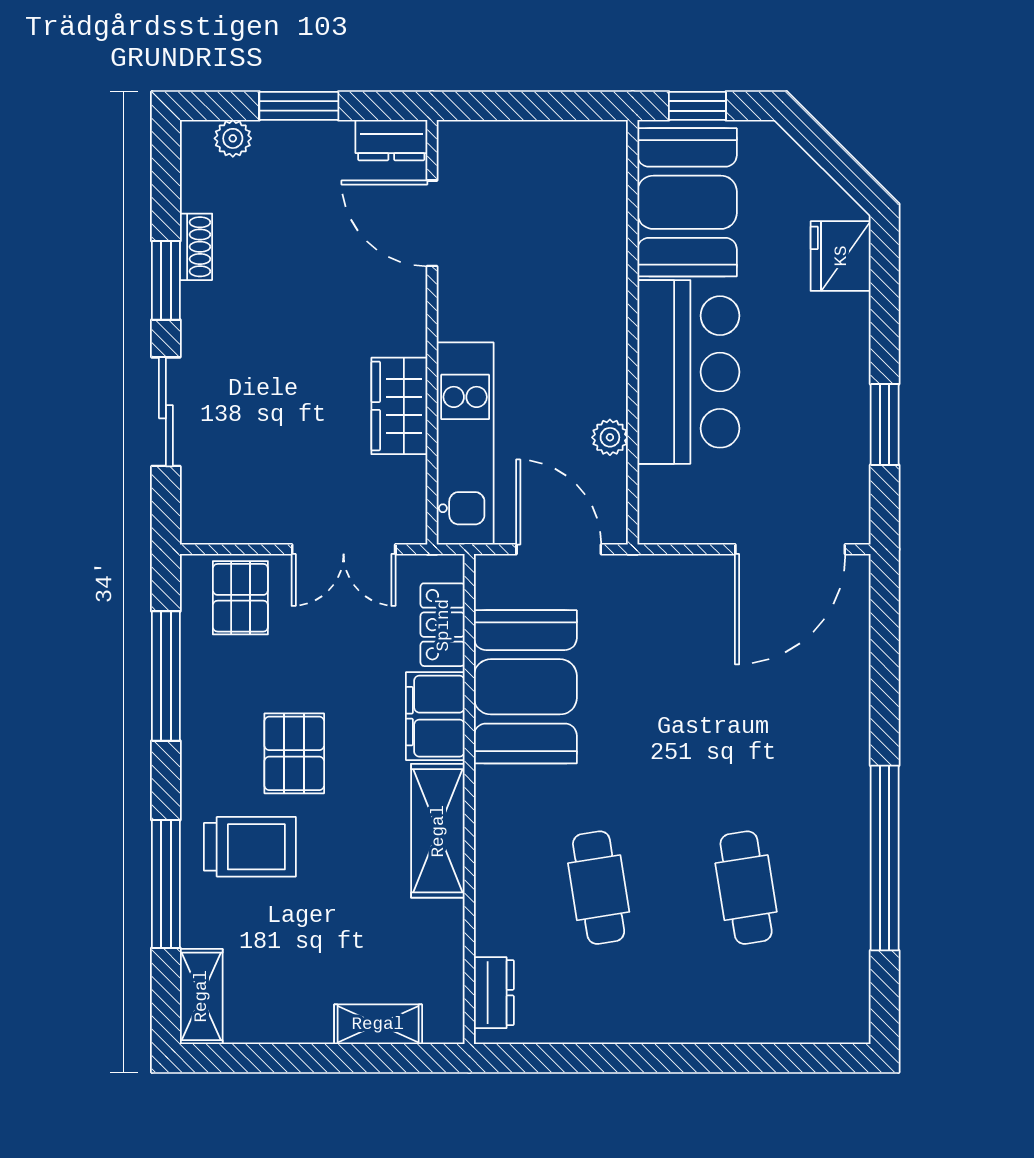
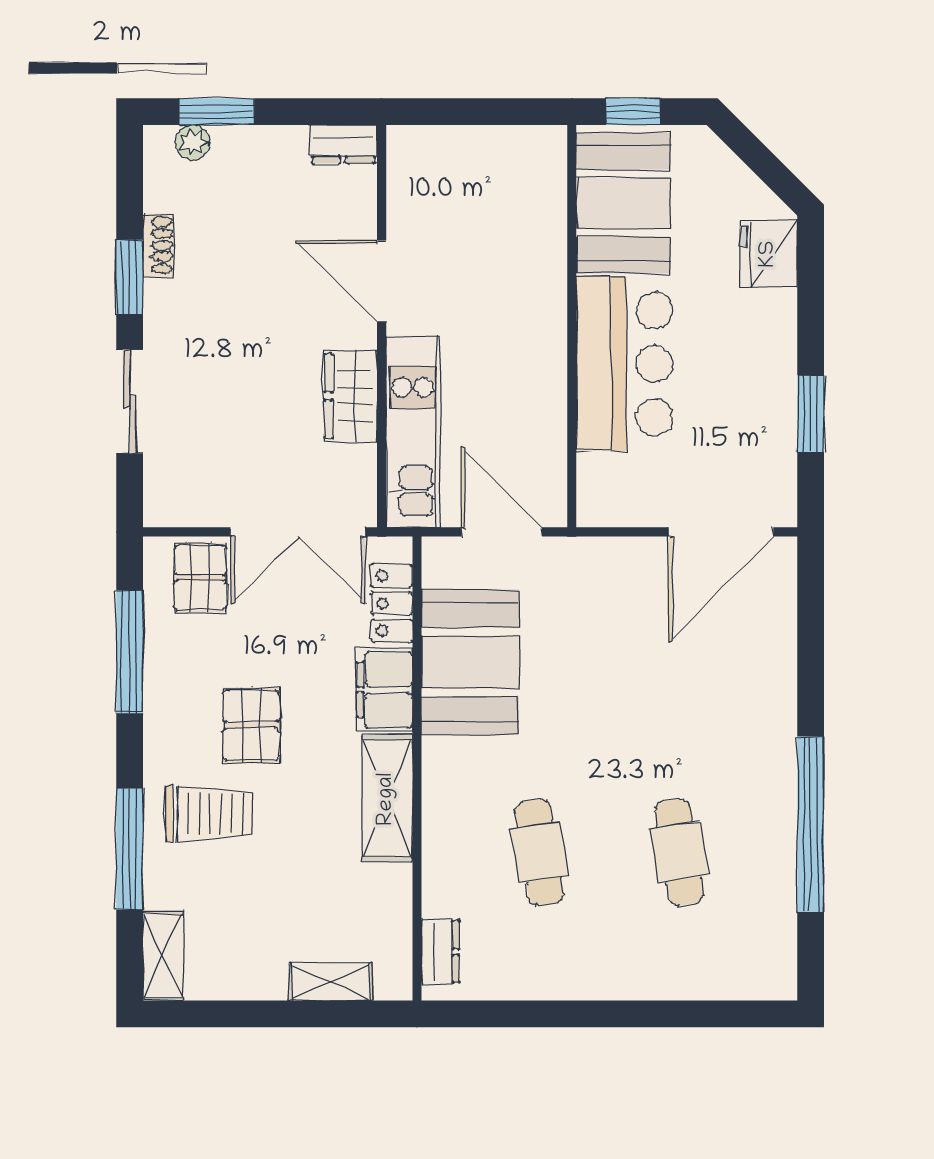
window: (299, 106) -> (217, 112), moved
door: (432, 223) -> (382, 281), moved
plant: (610, 437) -> (550, 426), removed
double door: (344, 549) -> (298, 532), width x1.37

